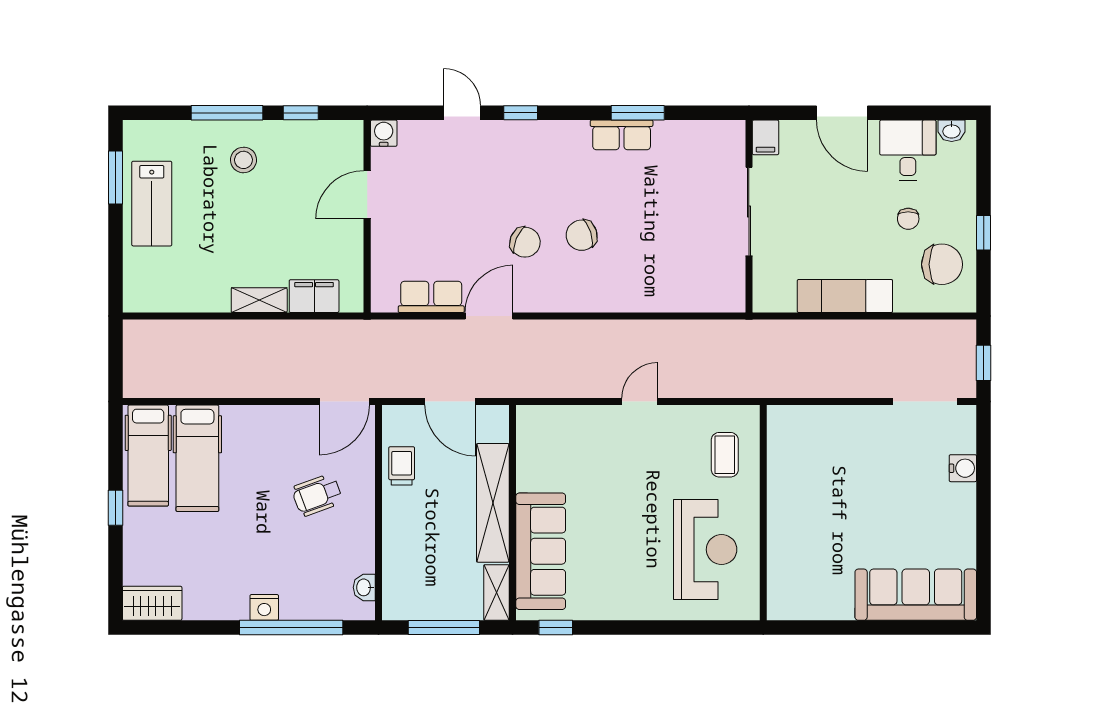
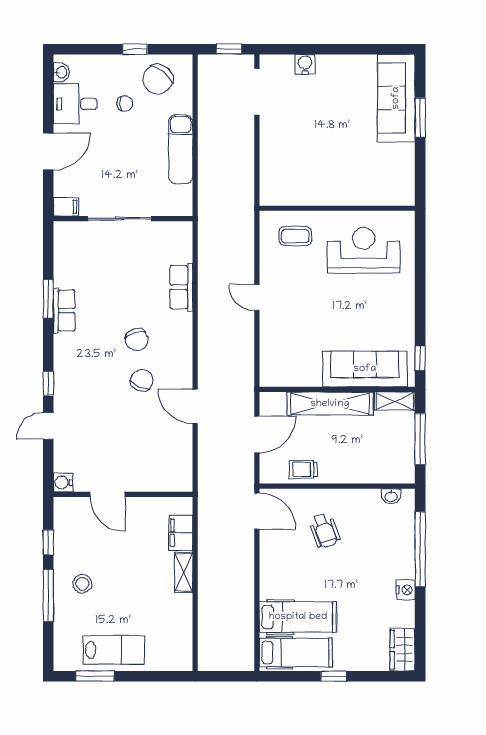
chair: (942, 264) -> (158, 79), turned -142
row of seats: (431, 297) -> (181, 287), moved
nightstand: (264, 607) -> (406, 590), moved
window: (889, 628) -> (420, 117), added

